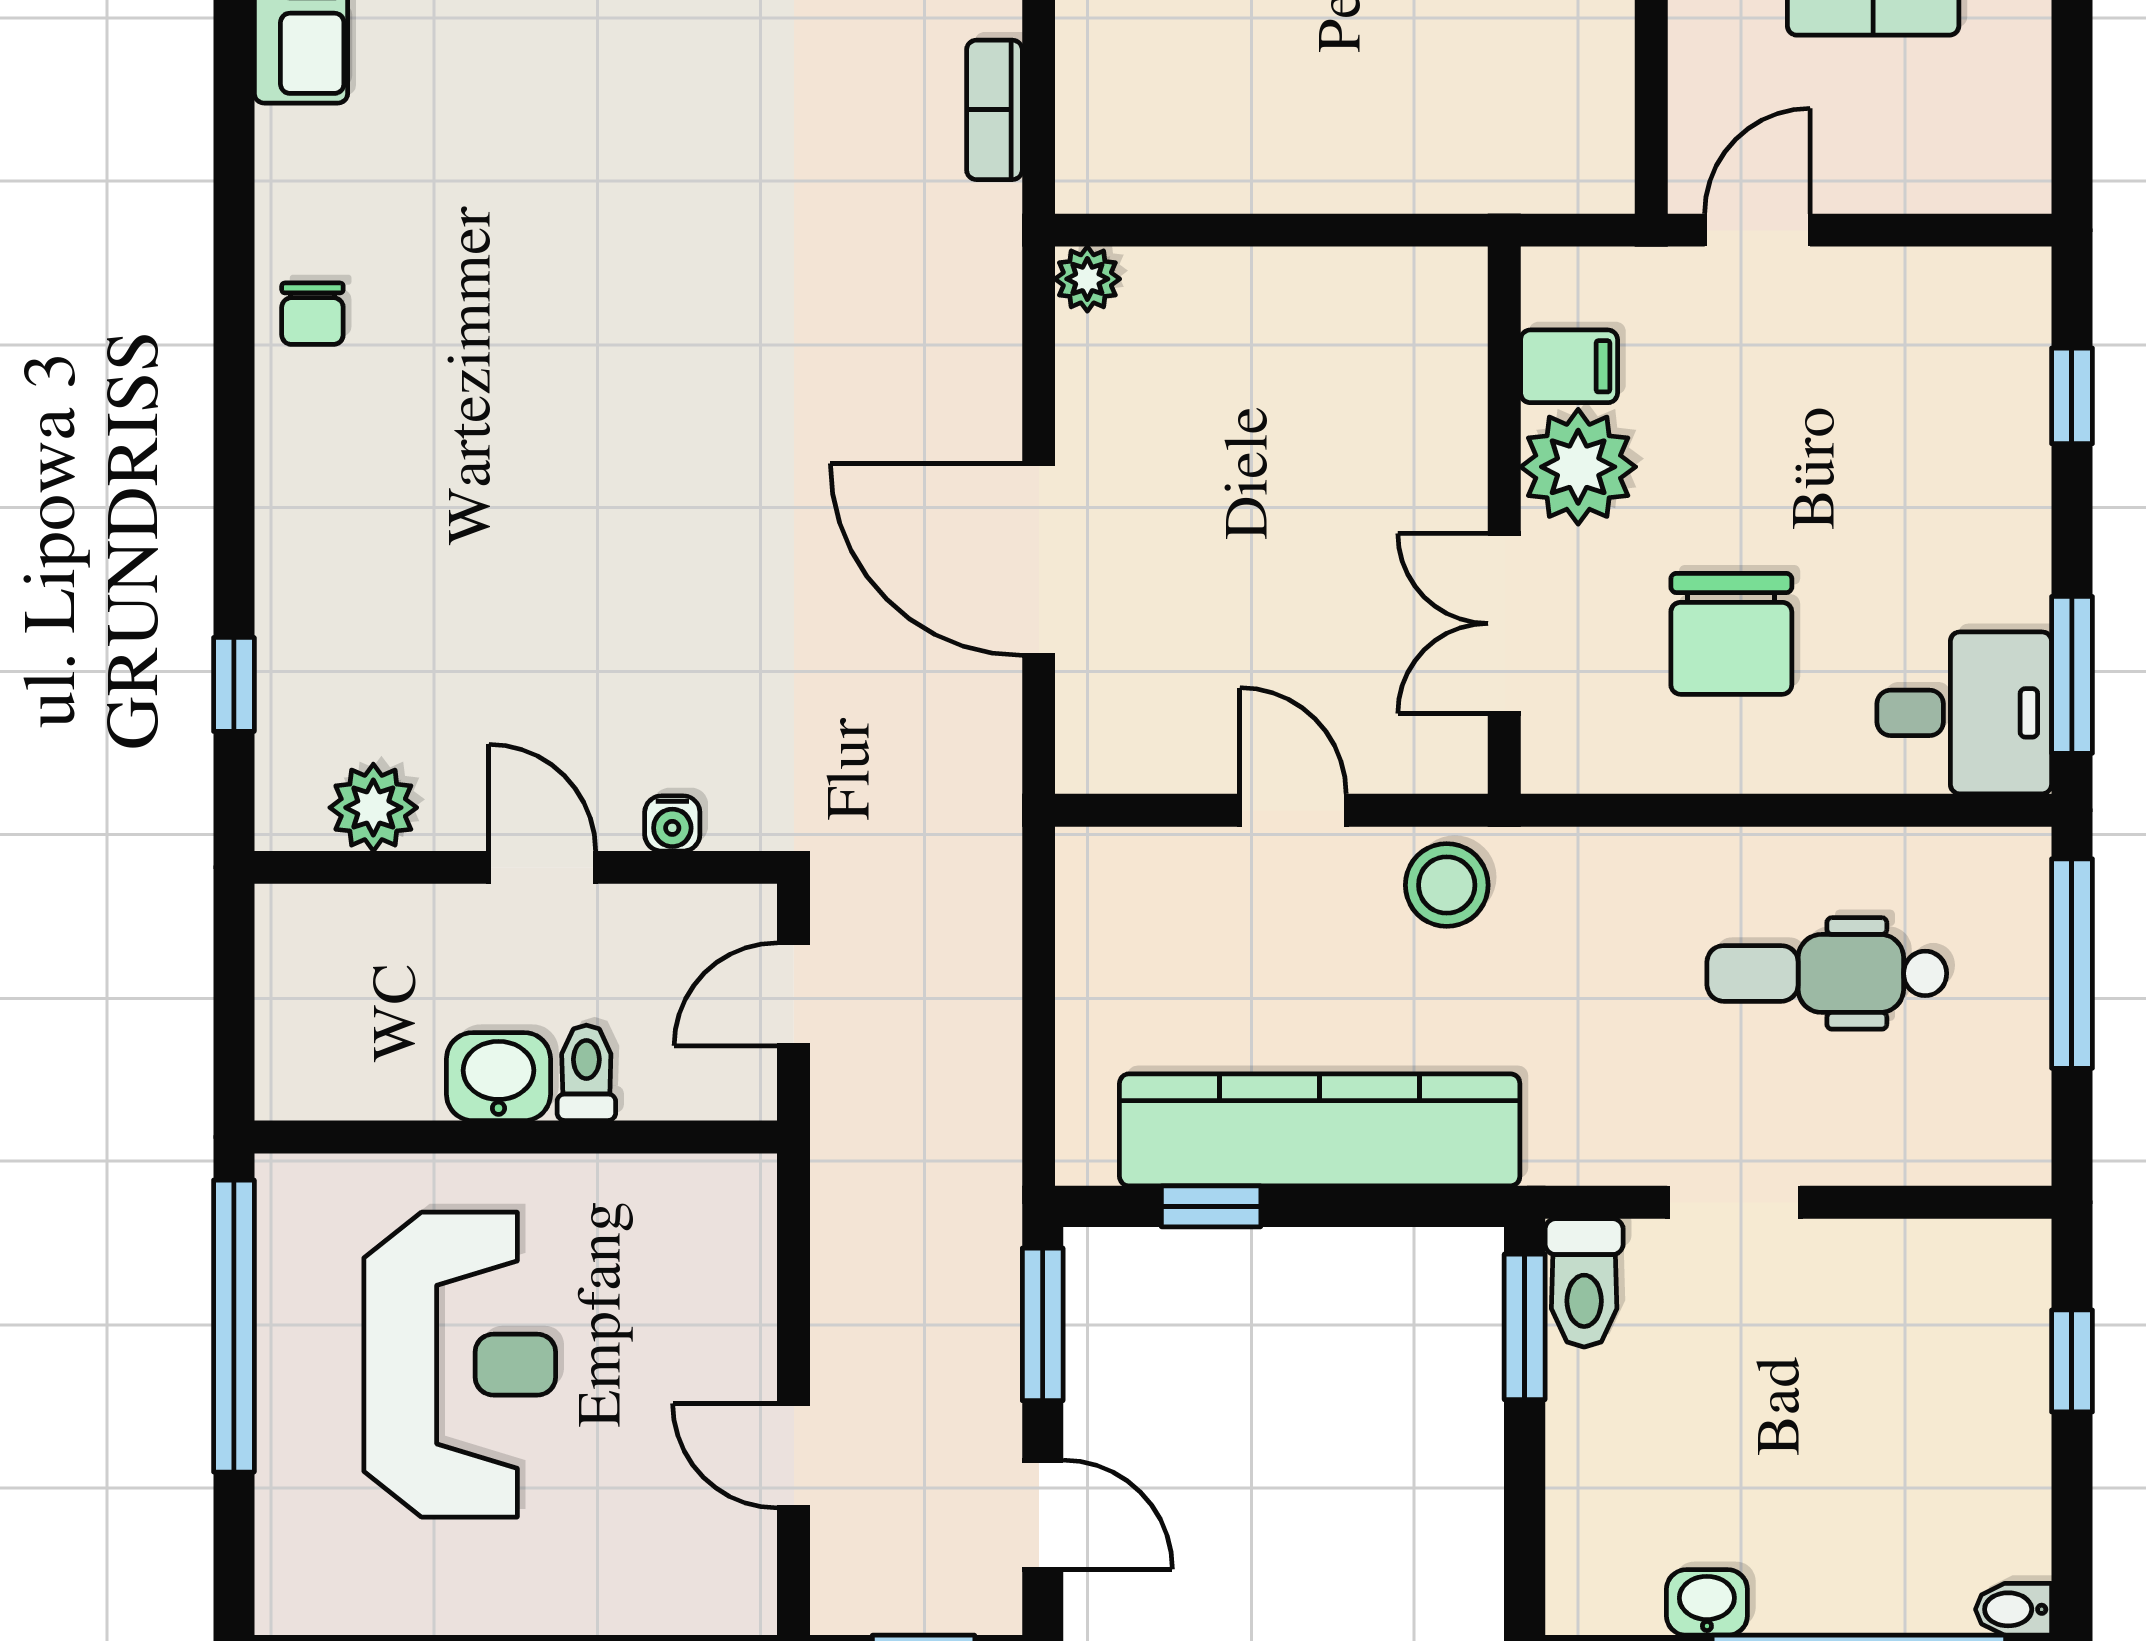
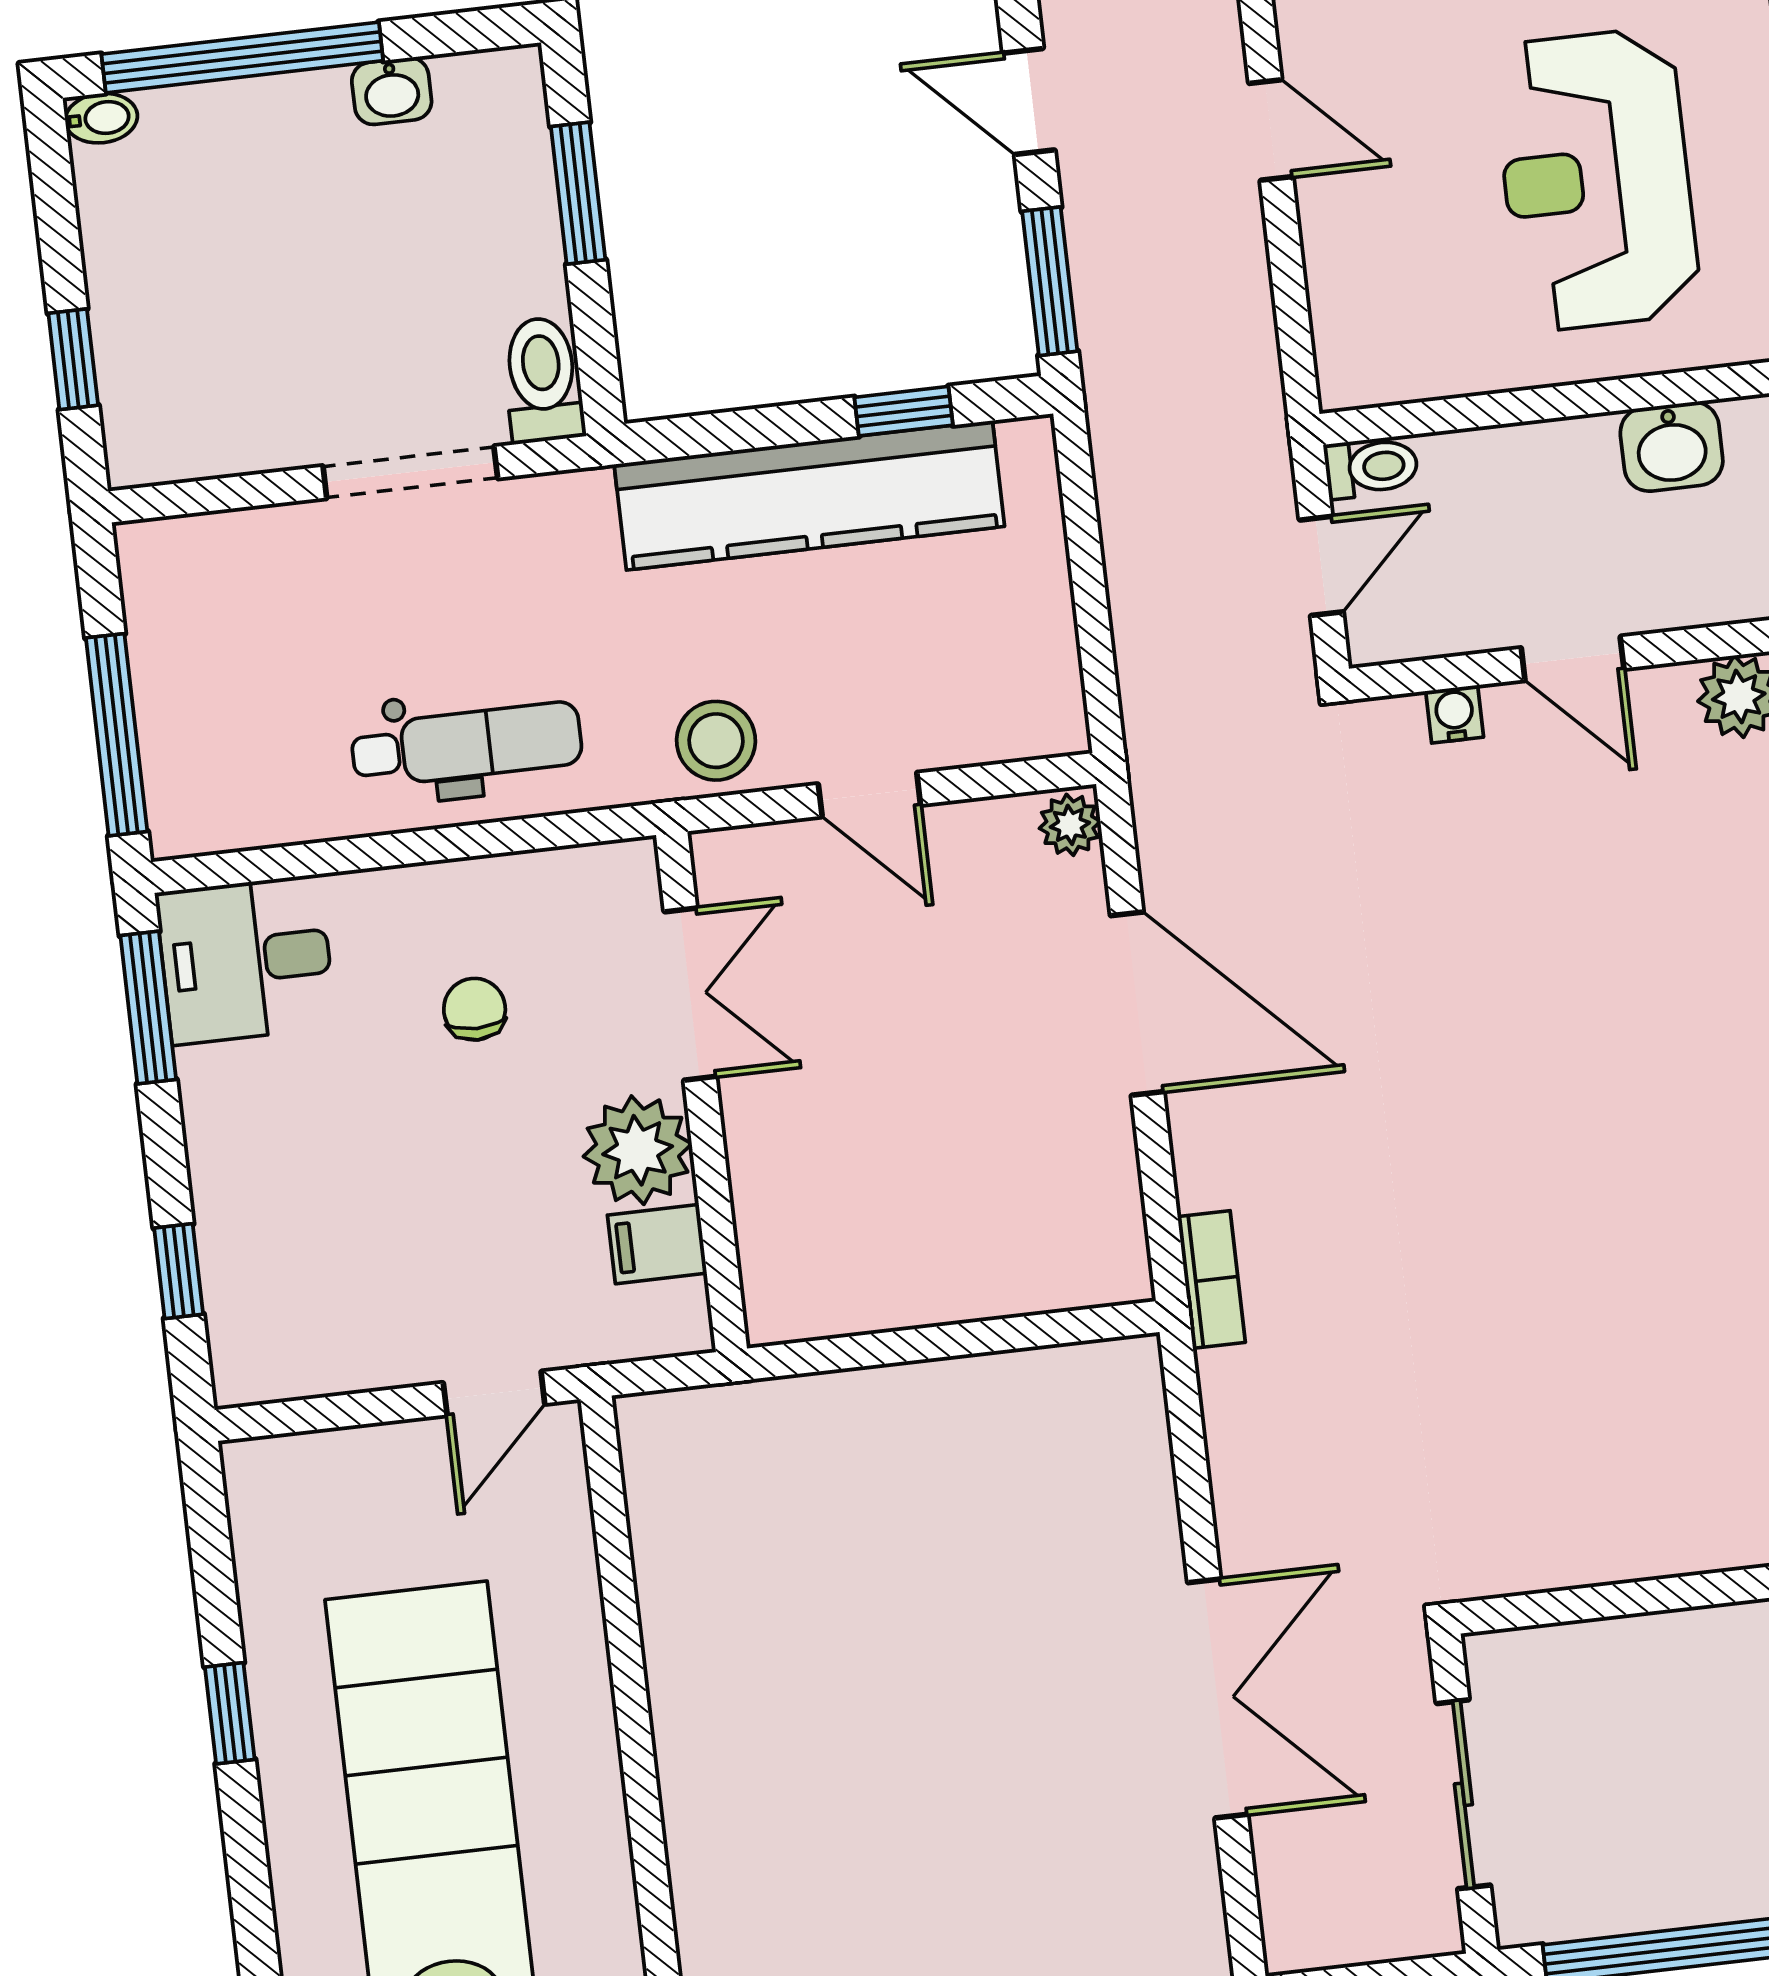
bookcase: (994, 110) -> (1212, 1279), moved
plant: (1087, 279) -> (1070, 825), moved
chair: (1731, 634) -> (475, 1009), width x0.54, depth x0.54
dental chair: (1827, 973) -> (467, 745), moved
toilet: (586, 1073) -> (1371, 467), moved, turned -90
washbasin: (498, 1077) -> (1672, 447), moved
doorway: (1734, 1202) -> (410, 472), width x1.38
window: (1525, 1327) -> (578, 193), moved

